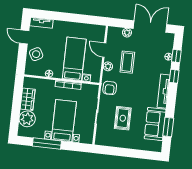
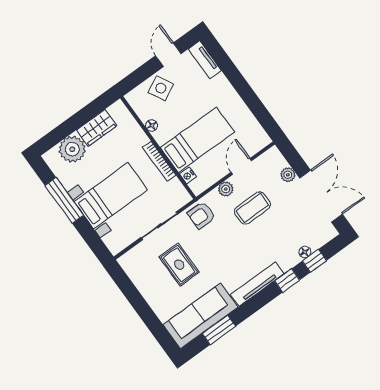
rug: (123, 118) -> (179, 265), turned 90
sofa: (155, 124) -> (200, 316), width x1.36

